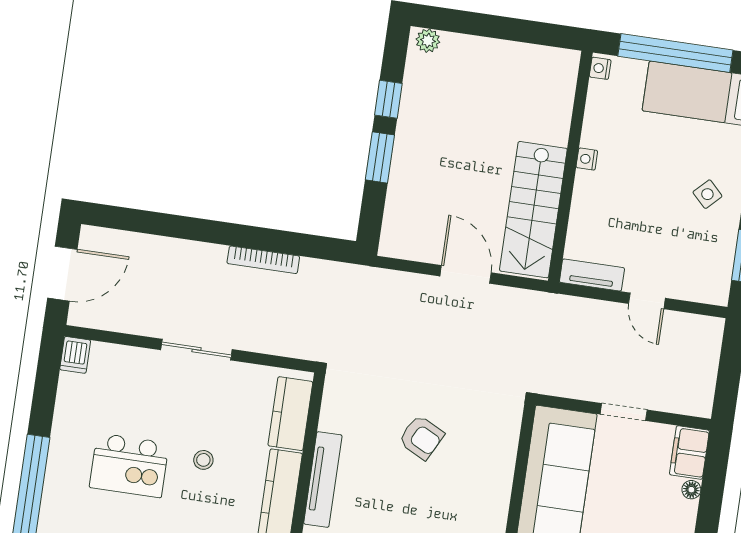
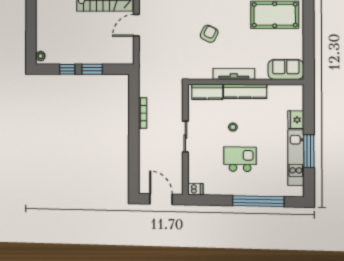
kitchen island: (129, 465) -> (240, 159), turned -90

